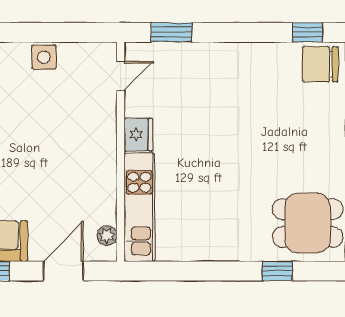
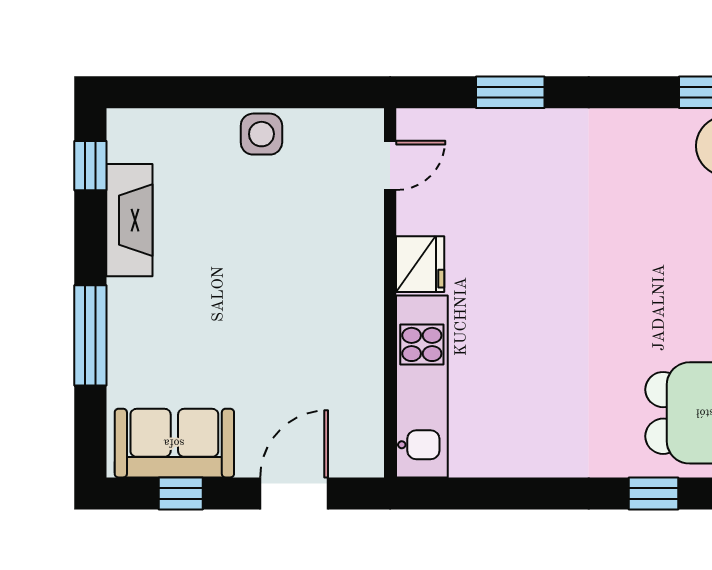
window: (172, 32) -> (510, 92), moved
plant: (107, 236) -> (368, 434), removed

